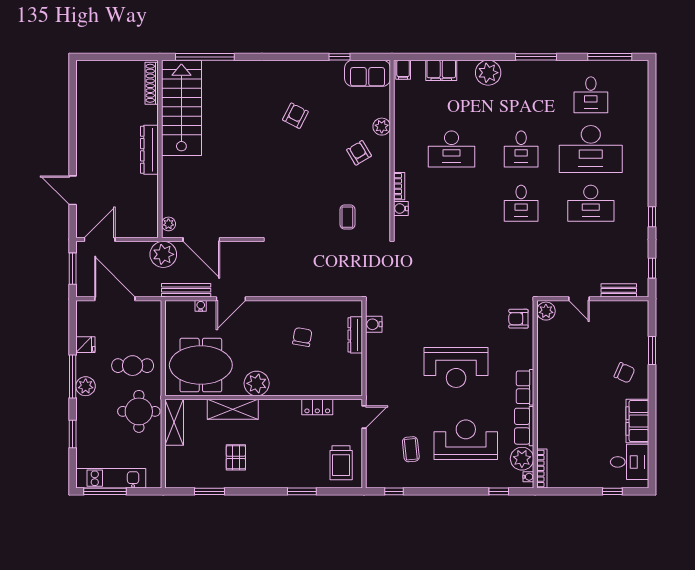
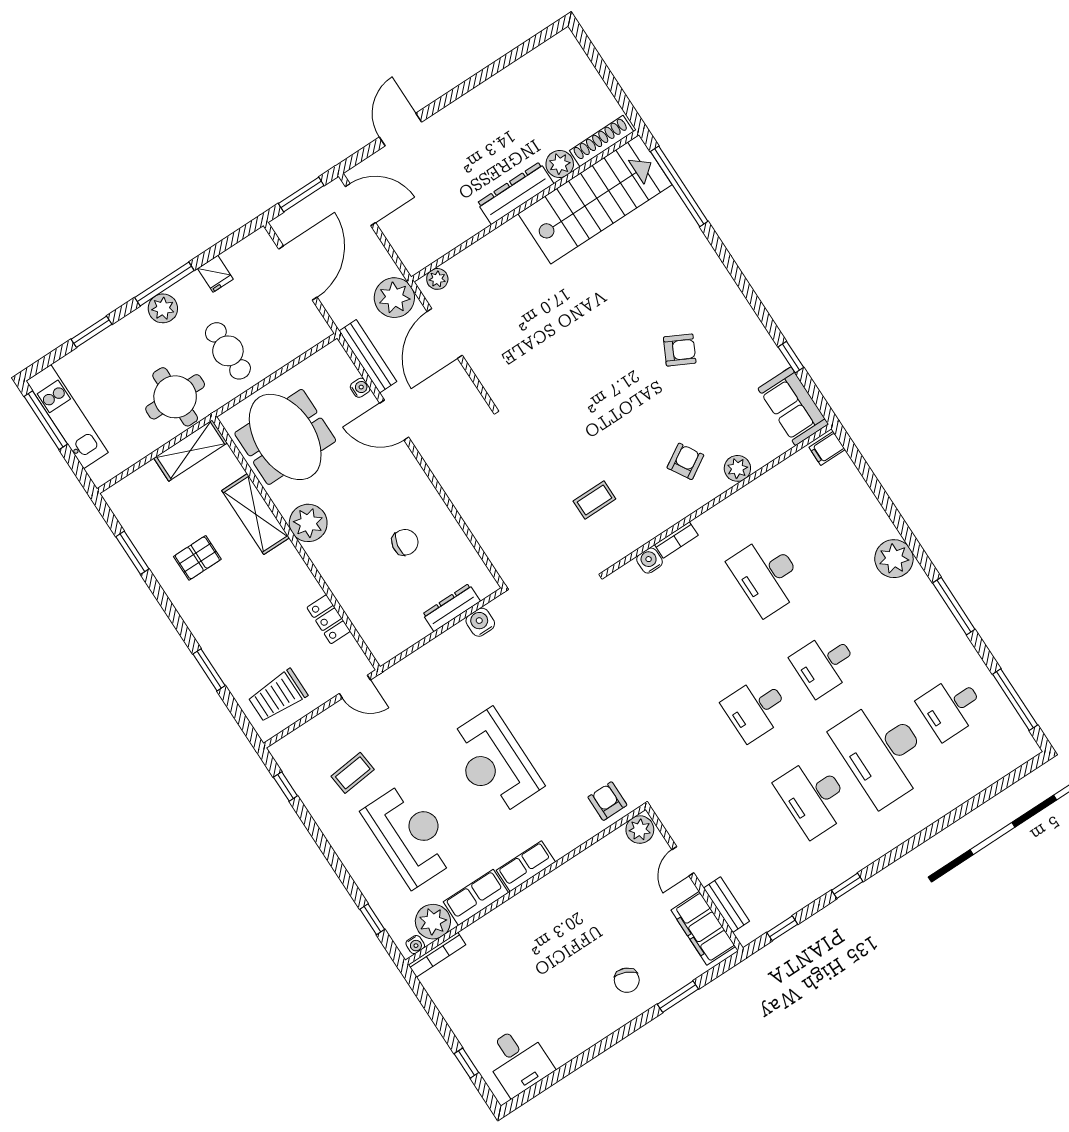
filing cabinet: (441, 70) -> (858, 497), removed
plant: (149, 115) -> (560, 164), added
filing cabinet: (637, 421) -> (703, 928), moved, turned -90

